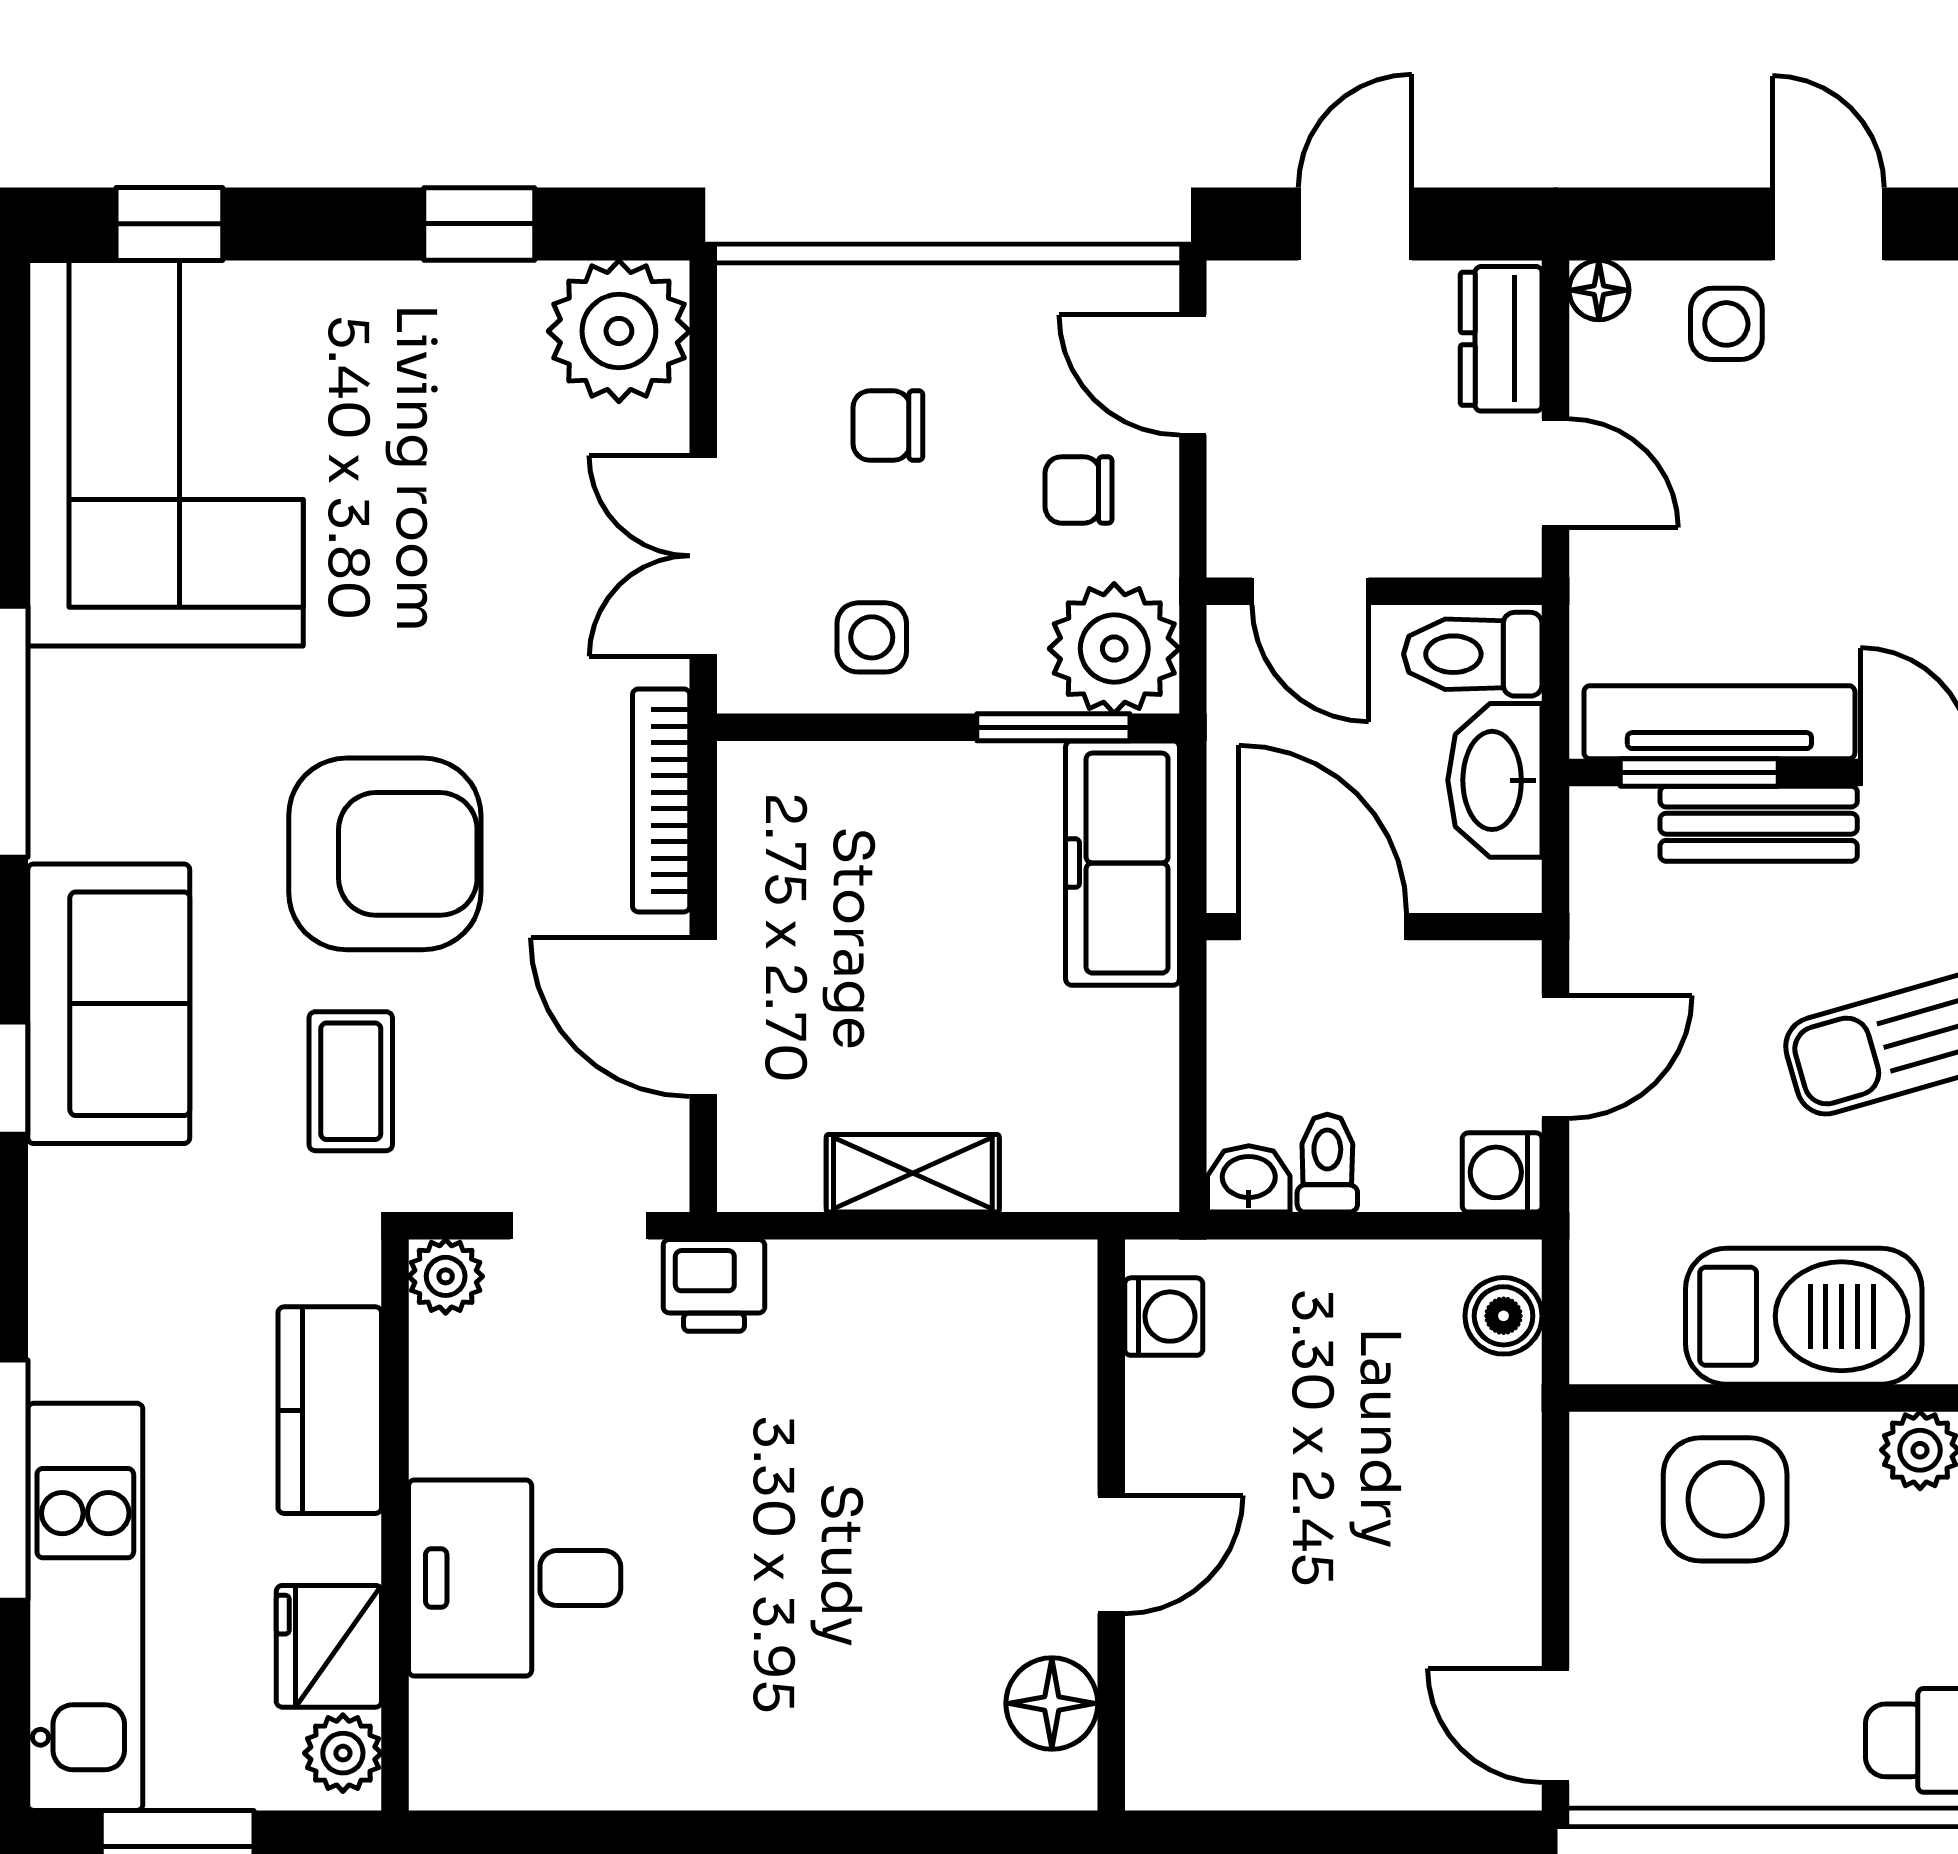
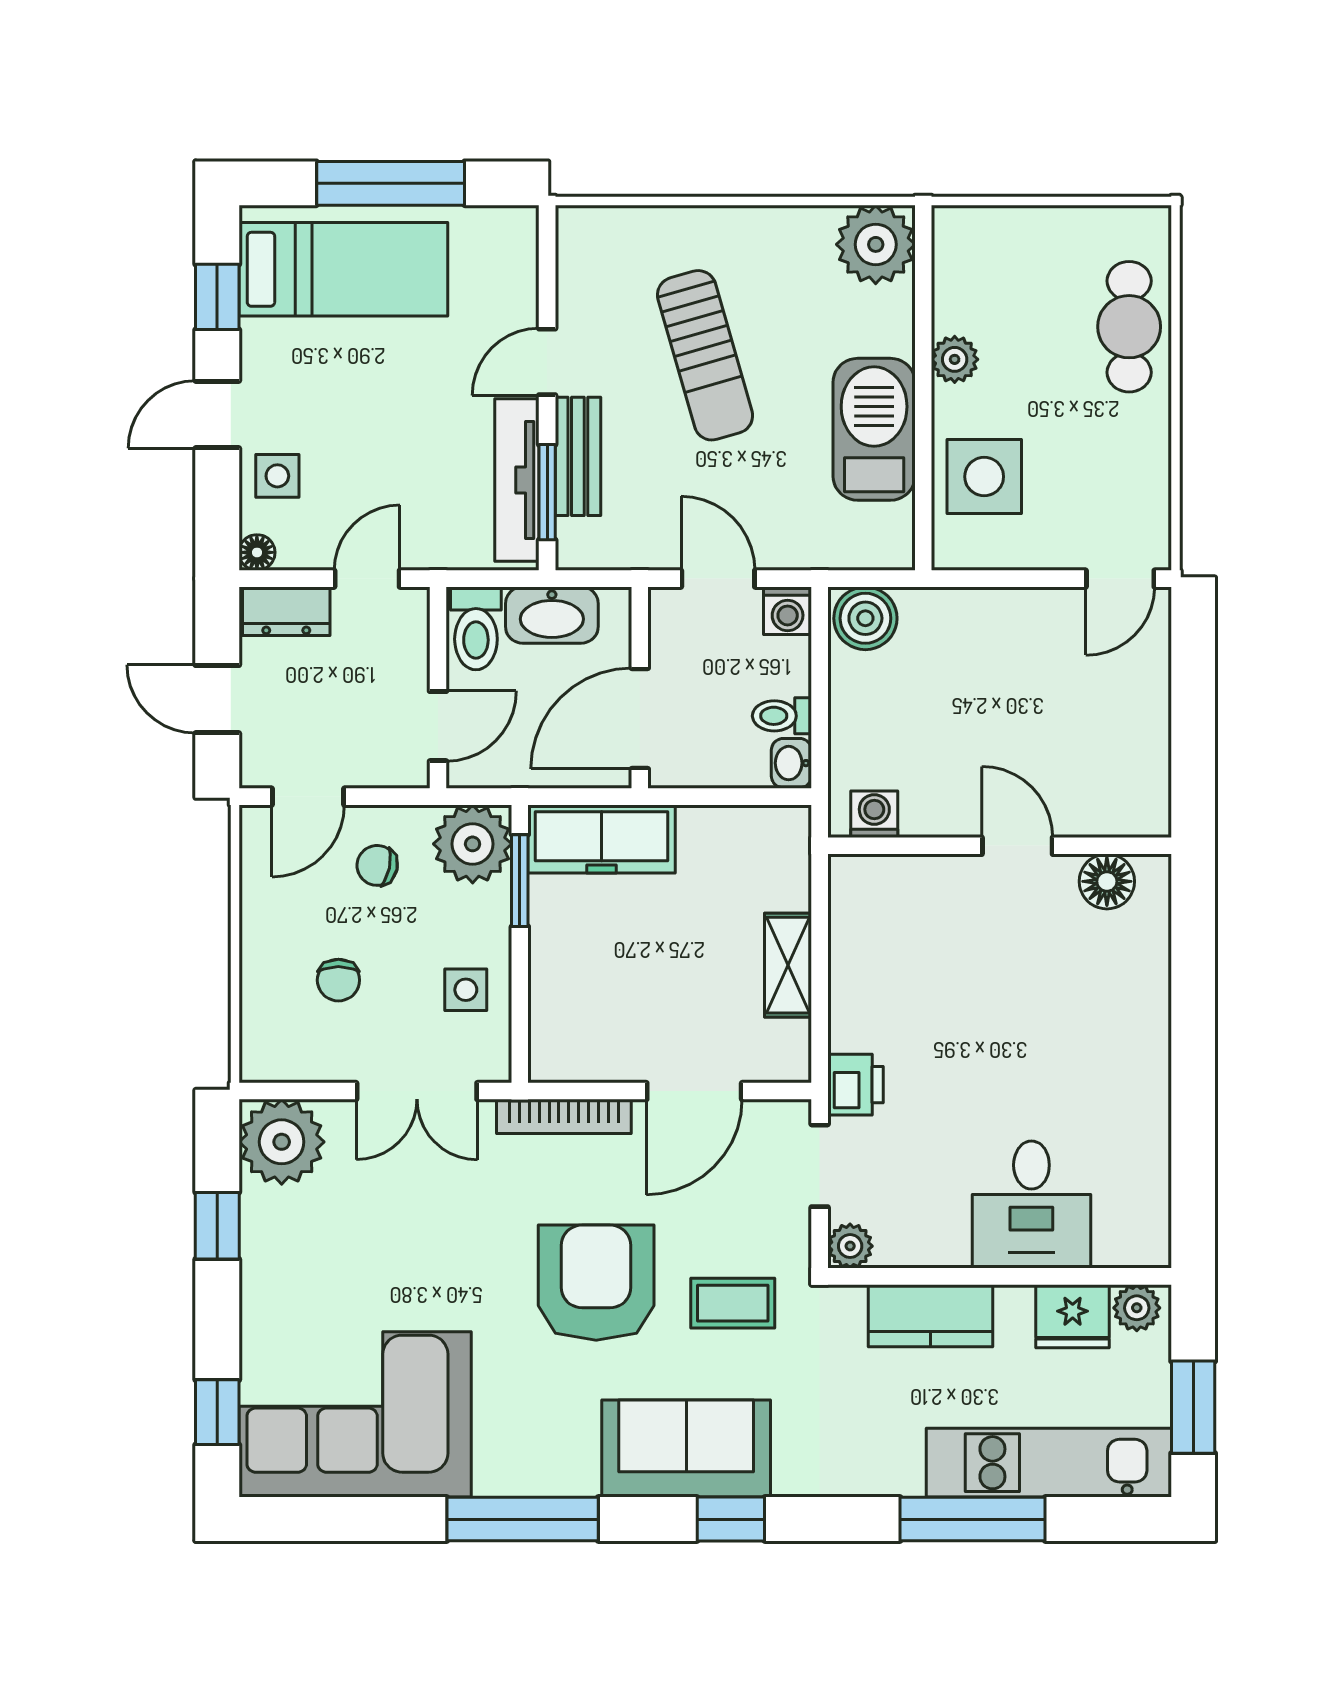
chair: (1079, 490) -> (377, 865), turned 102
boiler: (1504, 1316) -> (865, 618), width x1.36, depth x1.36

